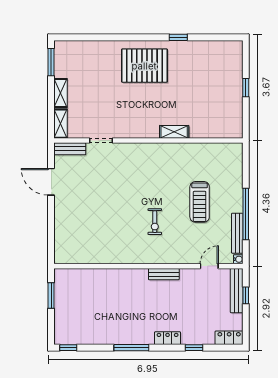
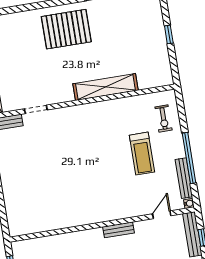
shelving: (174, 132) -> (106, 87), width x2.20, depth x1.33
exercise bike: (155, 222) -> (164, 118), moved

